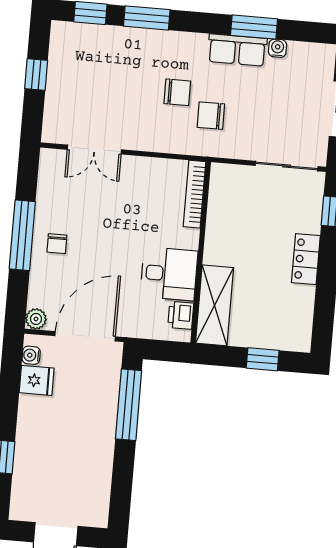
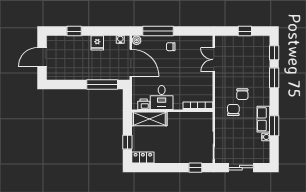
window: (22, 235) -> (158, 31), moved
locker: (306, 259) -> (143, 157), moved
fridge: (37, 380) -> (97, 43), moved

